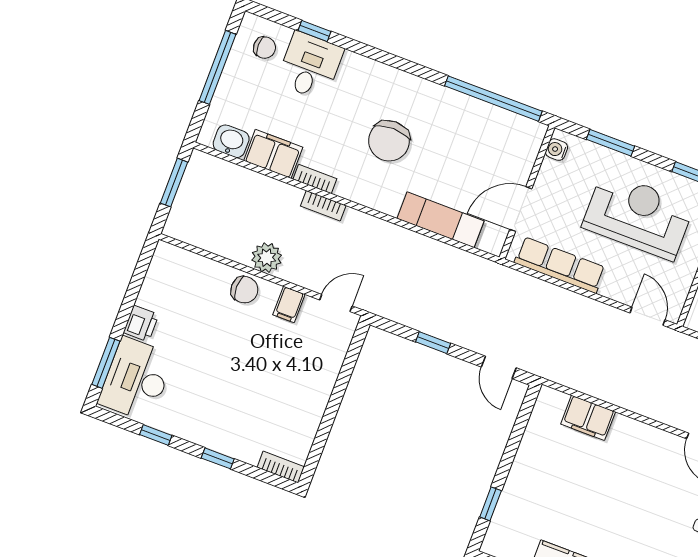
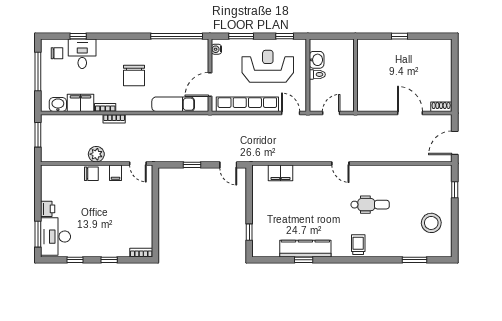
row of seats: (560, 265) -> (247, 104), width x1.36
door: (336, 303) -> (138, 163), swing flipped

